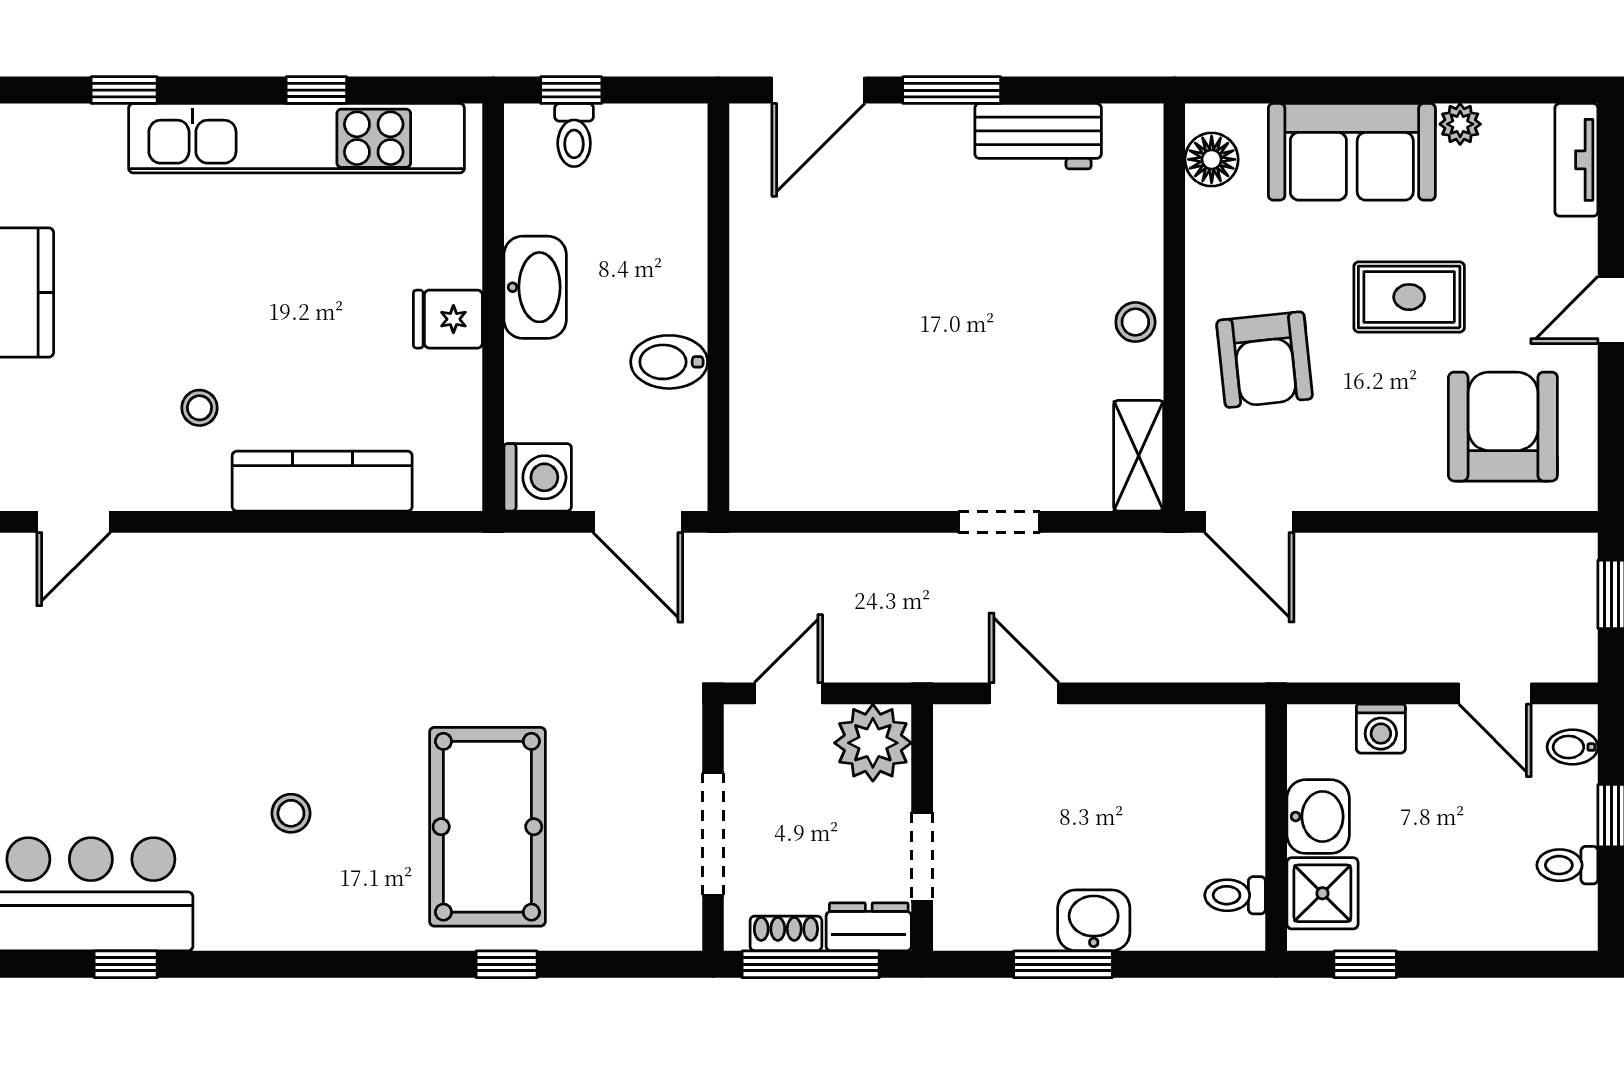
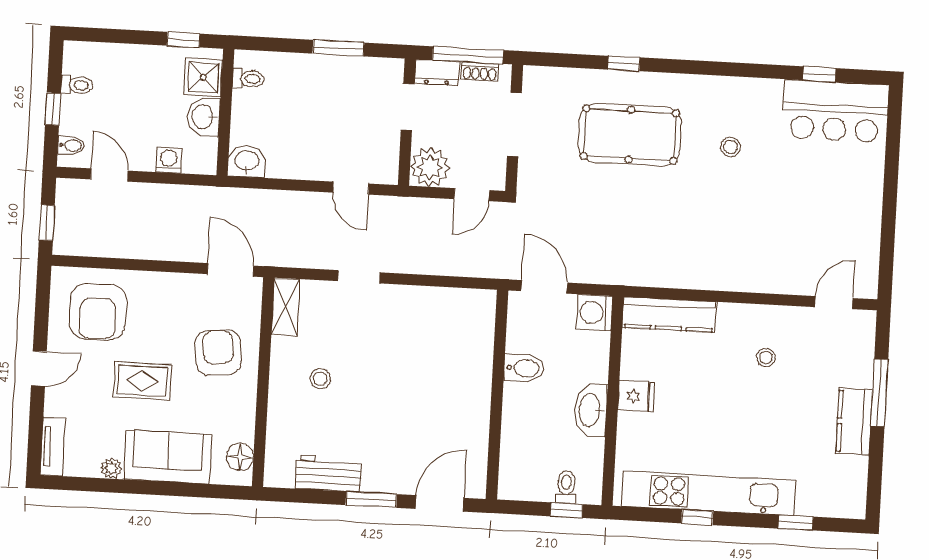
stool: (1135, 322) -> (320, 379), moved
kitchen counter: (322, 481) -> (669, 315), moved
pool table: (487, 827) -> (630, 135), turned 90
washbasin: (1094, 920) -> (247, 161), moved, turned 180

